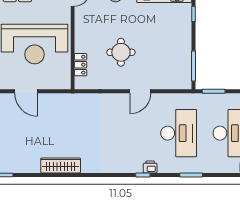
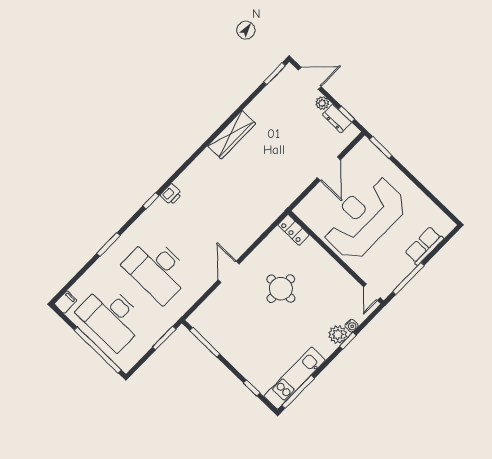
locker: (81, 65) -> (294, 230), moved
door: (26, 91) -> (329, 169), swing flipped
printer: (150, 167) -> (171, 194), moved

